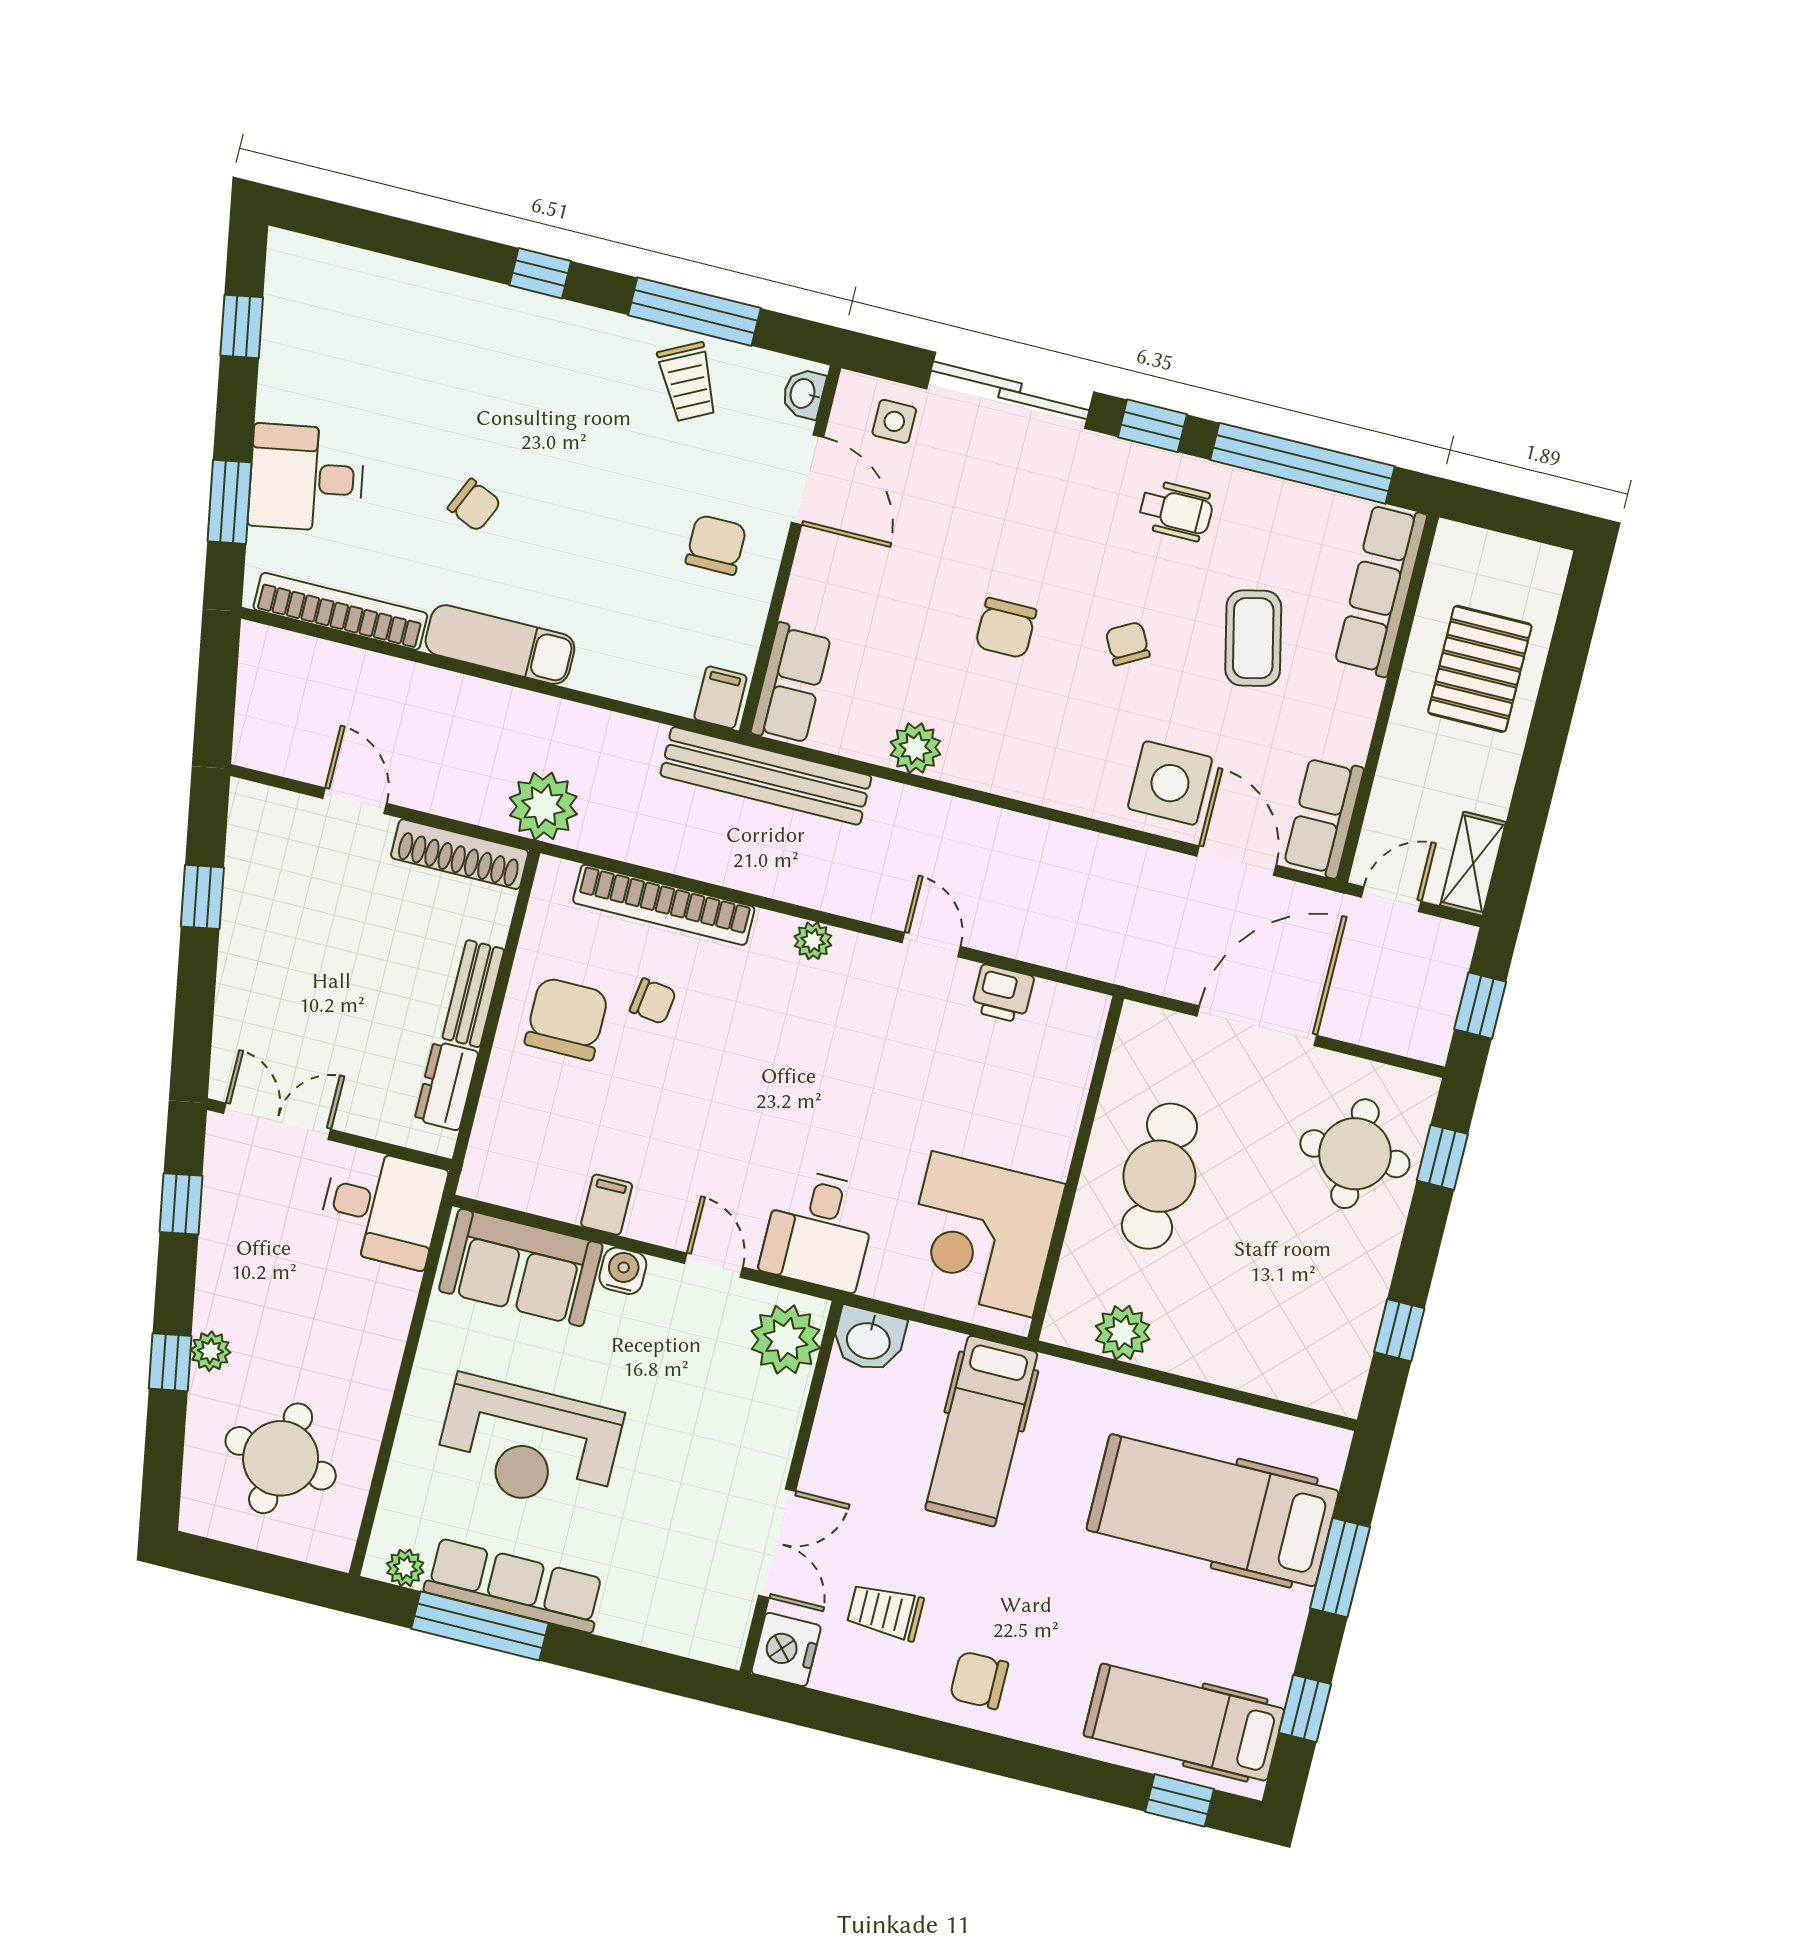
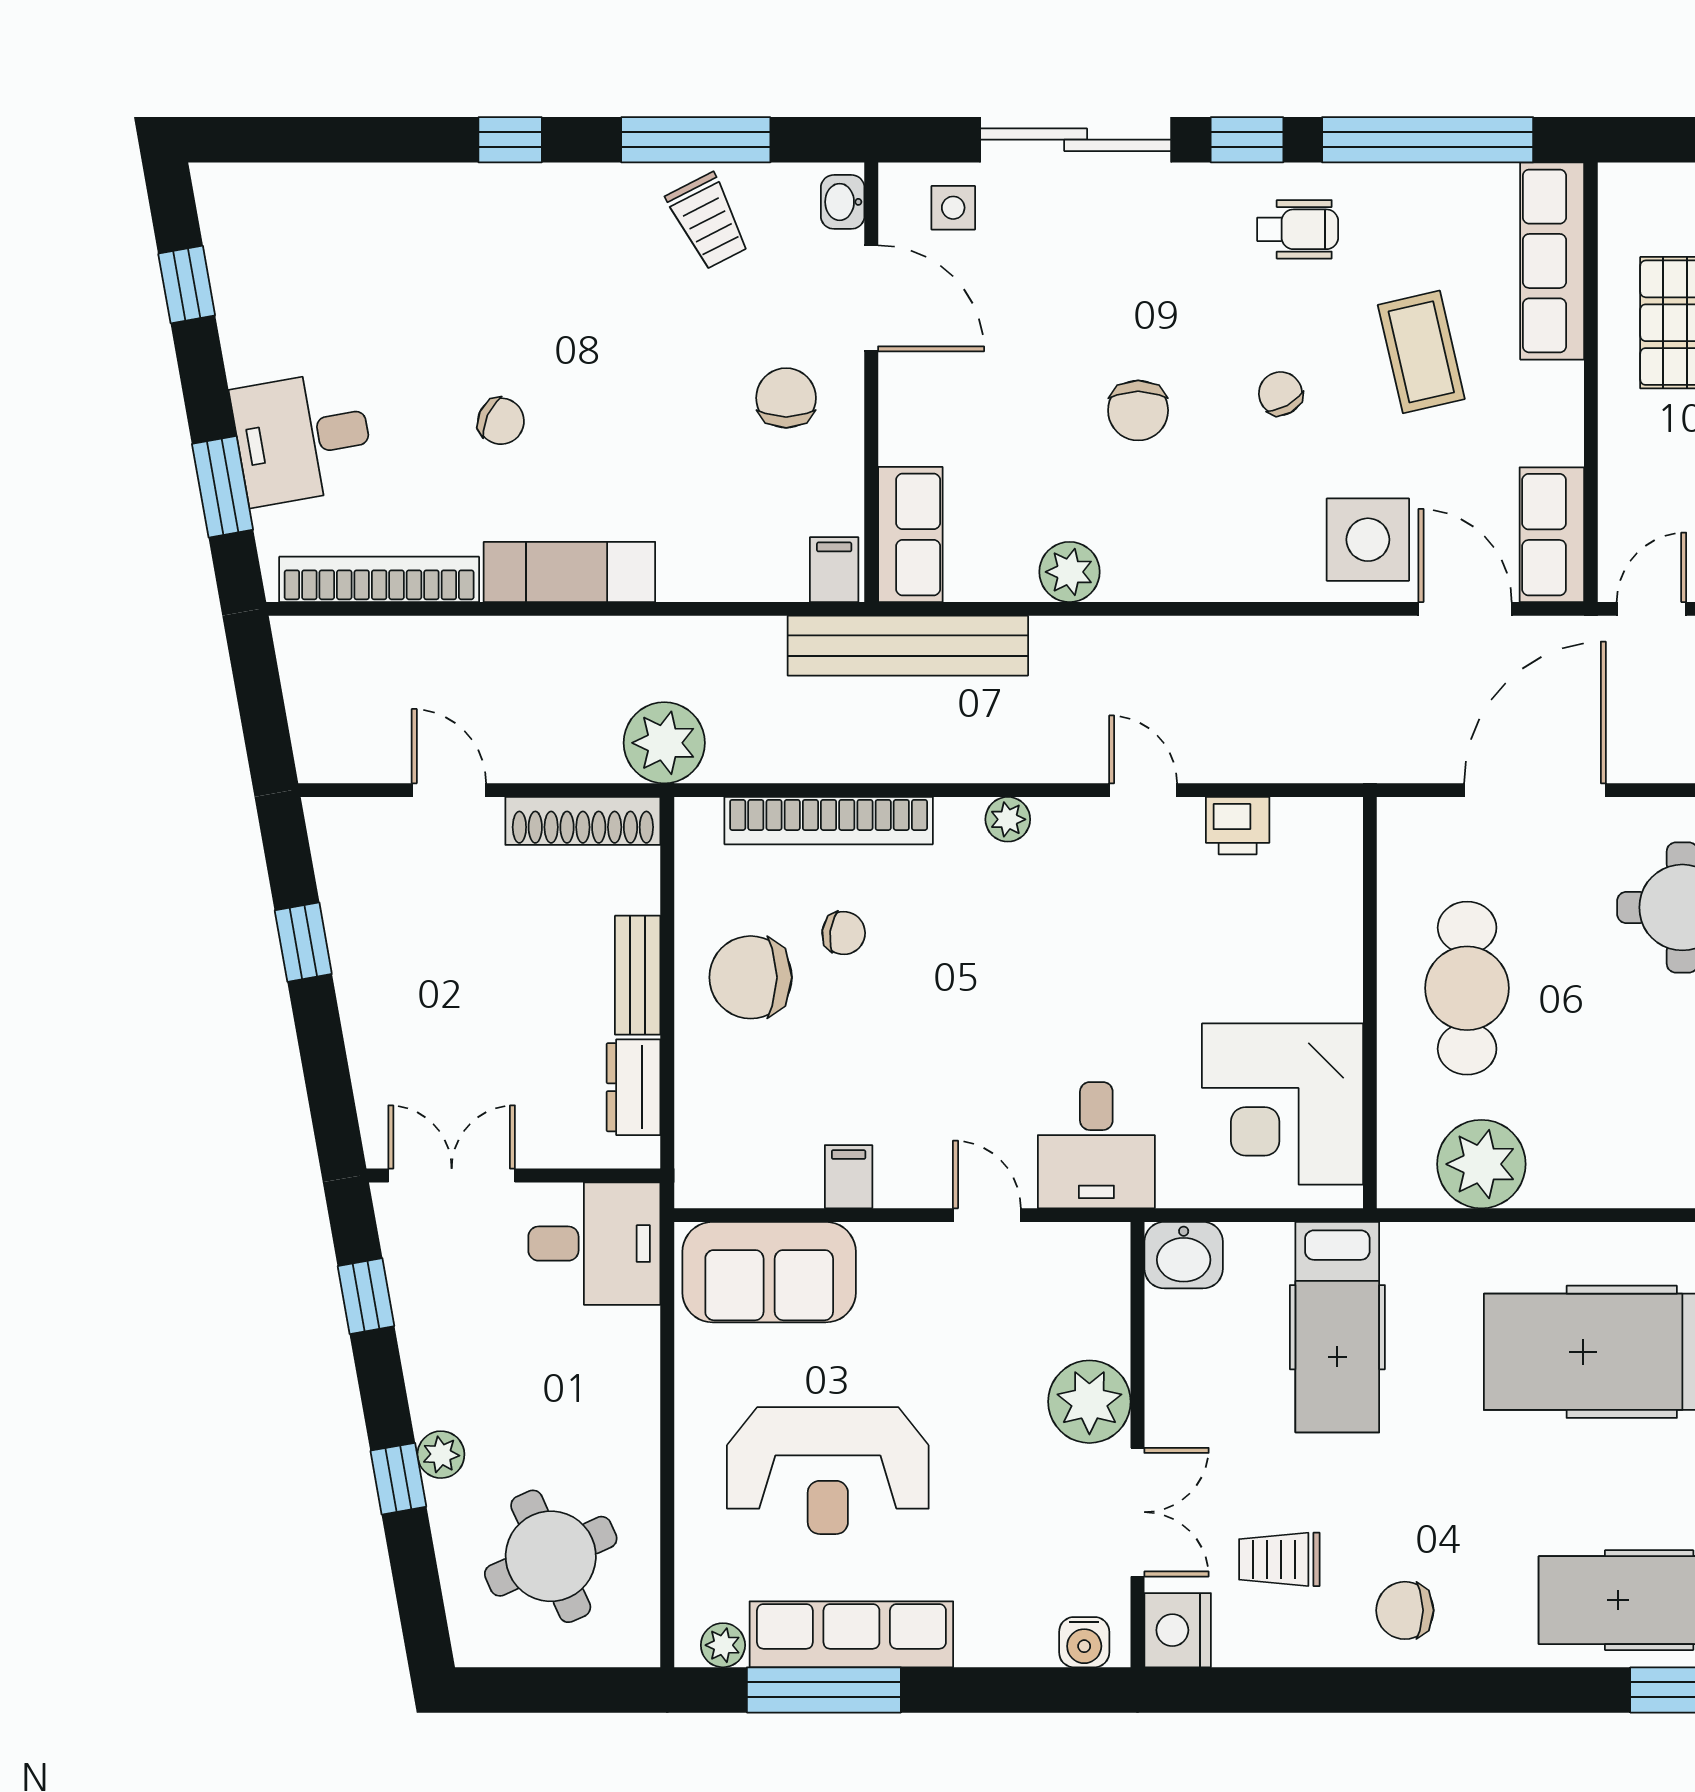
chair: (567, 1019) -> (751, 977), turned -90
water cooler: (623, 1271) -> (1084, 1642), moved, turned 180
plant: (1123, 1333) -> (1481, 1164), width x1.36, depth x1.36
plant: (786, 1339) -> (1089, 1402), moved
round table: (281, 1458) -> (551, 1556), turned -33

